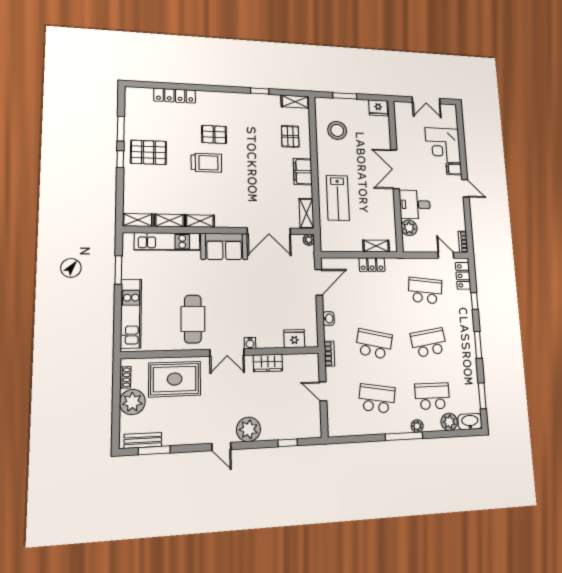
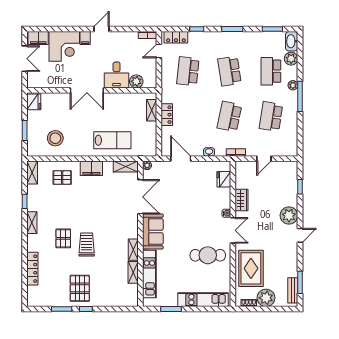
filing cabinet: (450, 117) -> (38, 38), added
shelving: (138, 220) -> (32, 223), moved

